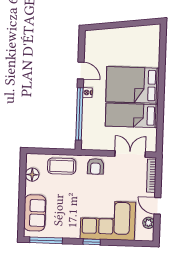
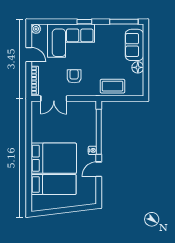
door: (81, 71) -> (99, 169), hinge flipped
bed: (132, 115) -> (53, 185), moved
armchair: (95, 166) -> (74, 76), moved
floor lamp: (32, 175) -> (138, 67), moved
plant: (148, 223) -> (36, 29), moved

